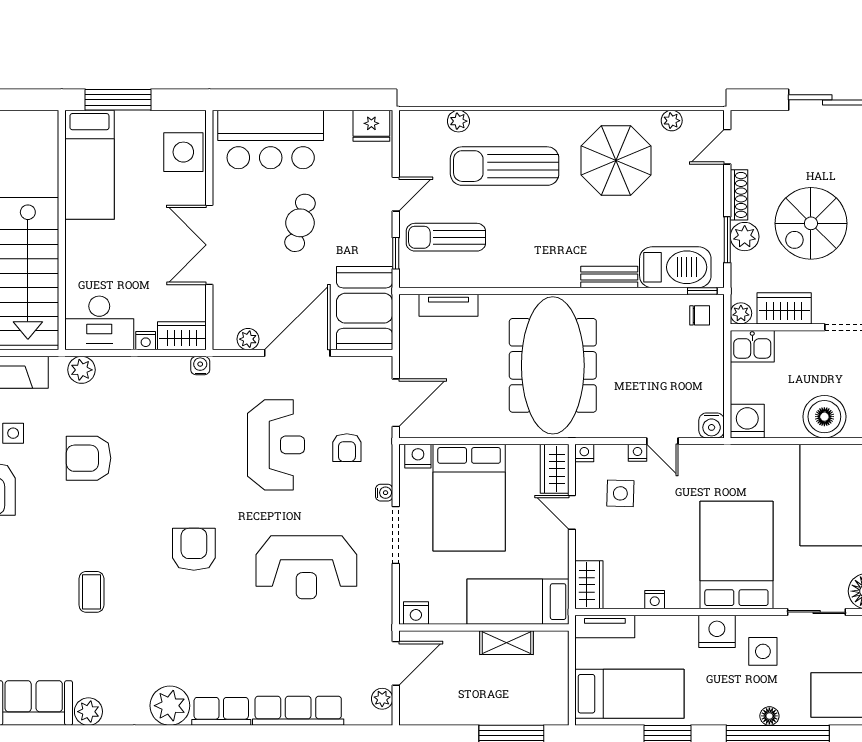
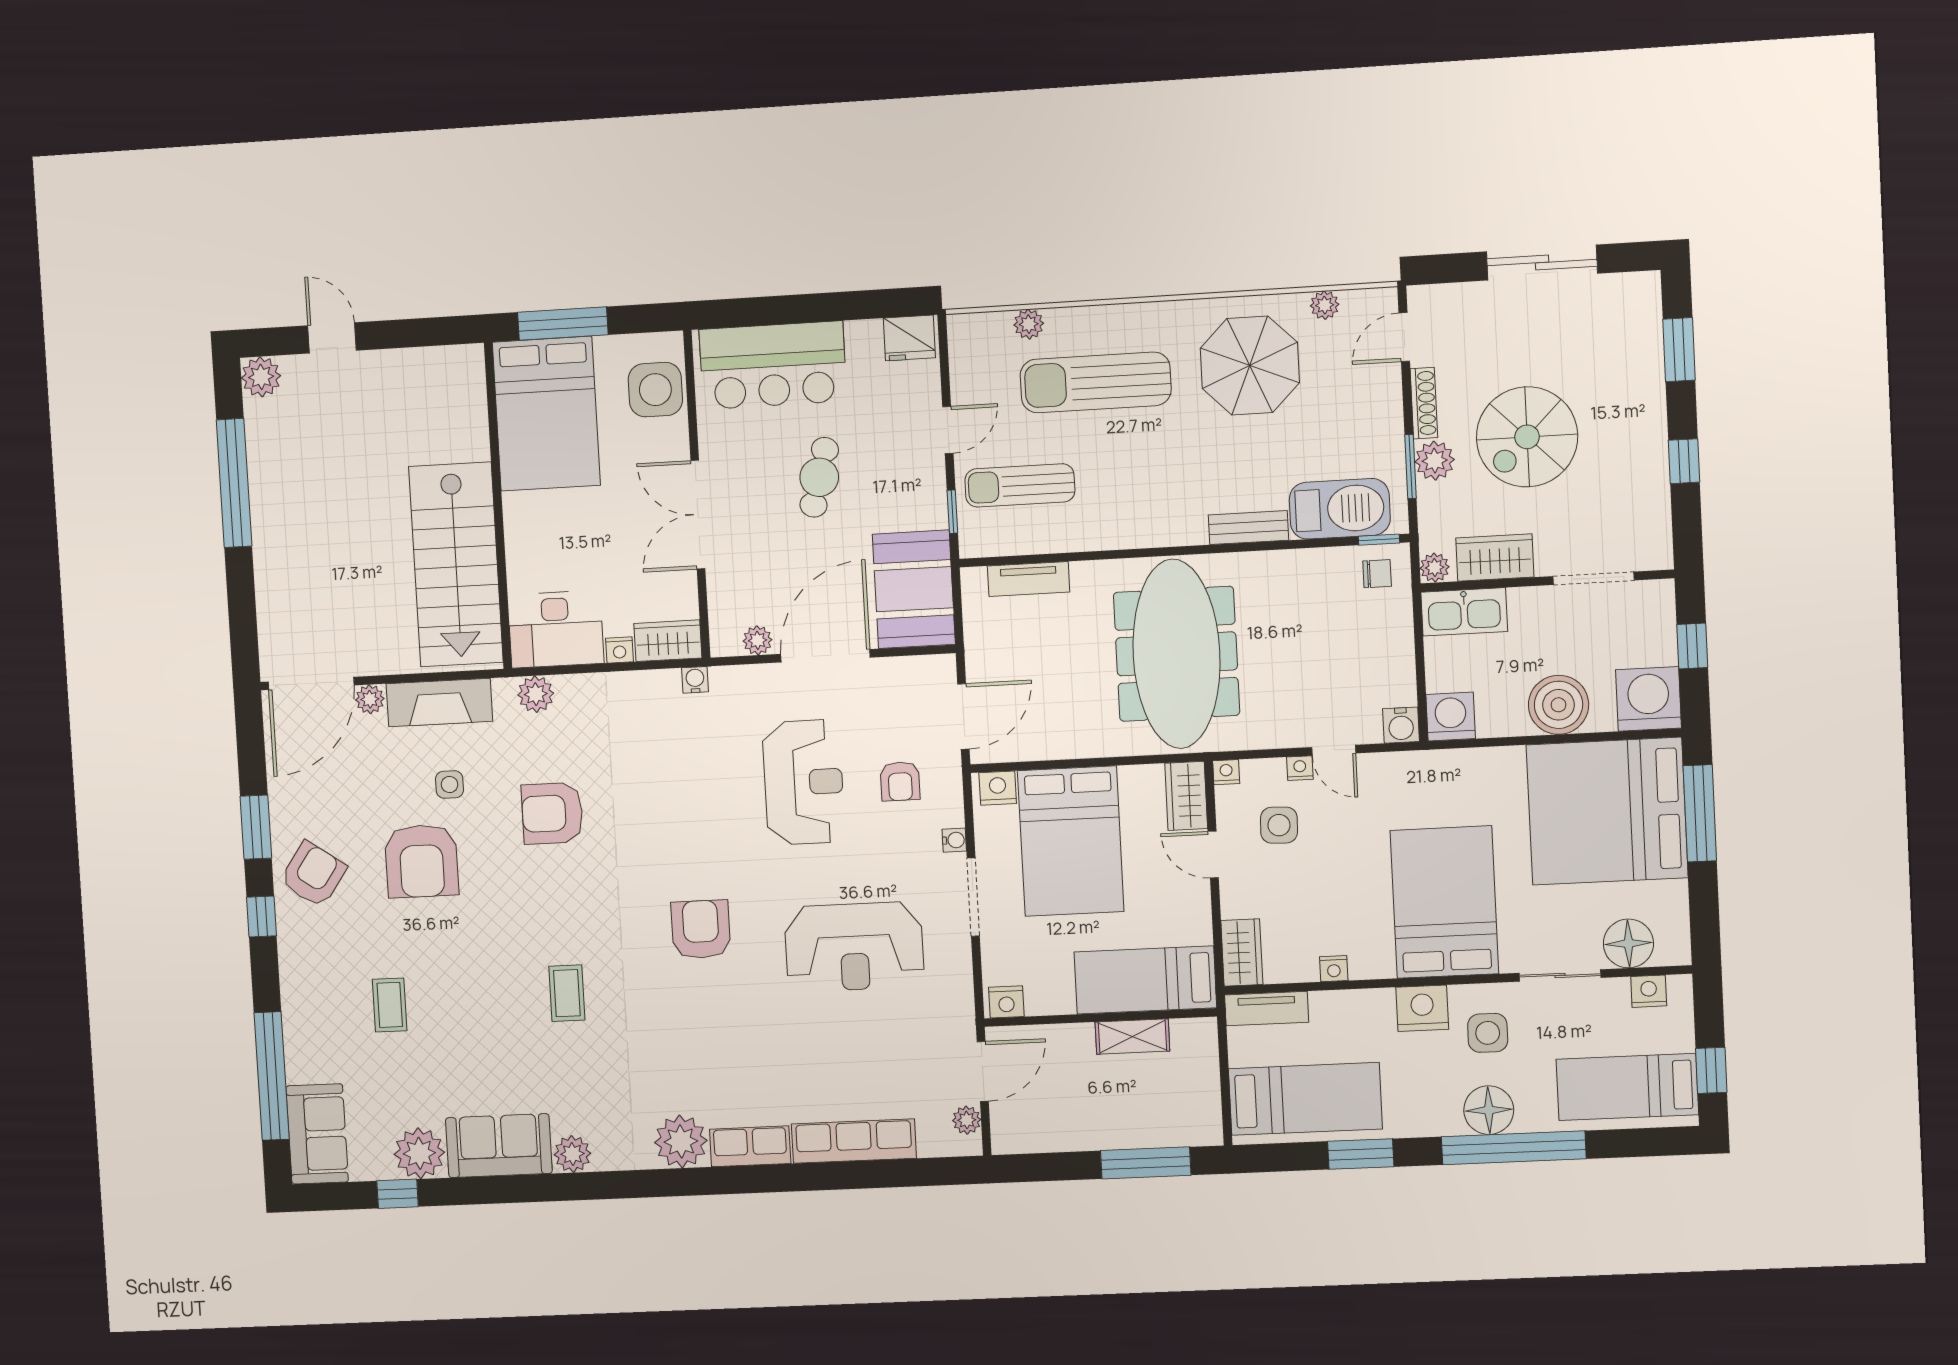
bed: (89, 165) -> (546, 414), width x1.50
kitchen sink: (752, 346) -> (1464, 612), width x1.38
floor lamp: (769, 716) -> (1489, 1110), width x1.89, depth x1.89

